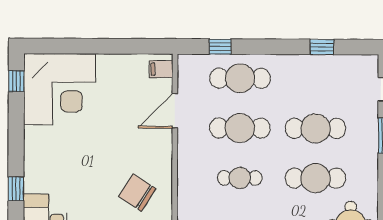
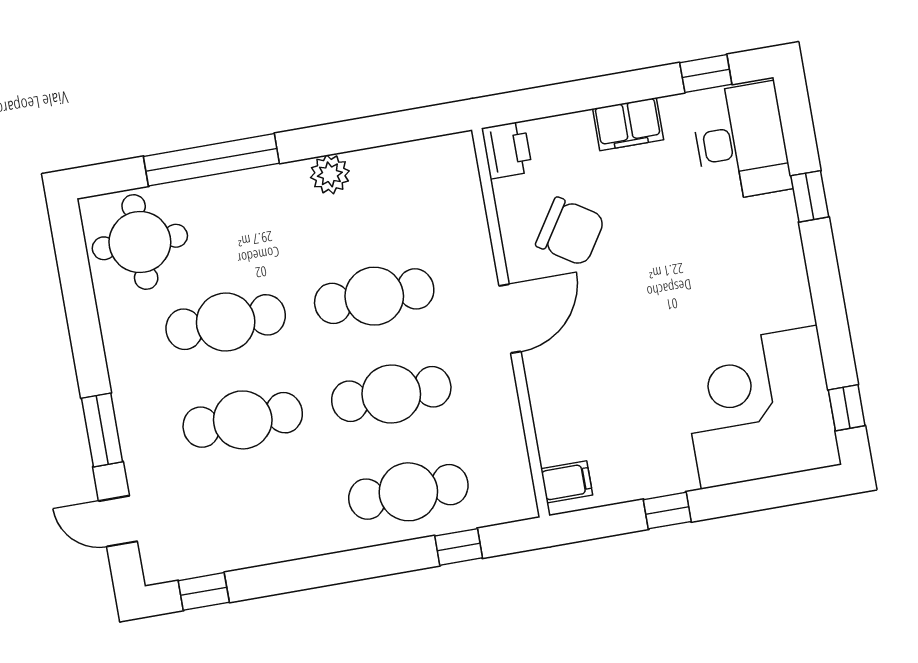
window: (114, 46) -> (667, 511), added
window: (322, 47) -> (204, 591), moved
door: (175, 111) -> (510, 319), moved
cafe table: (240, 178) -> (374, 296), width x1.37, depth x1.35

